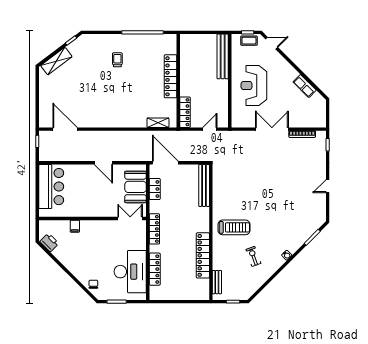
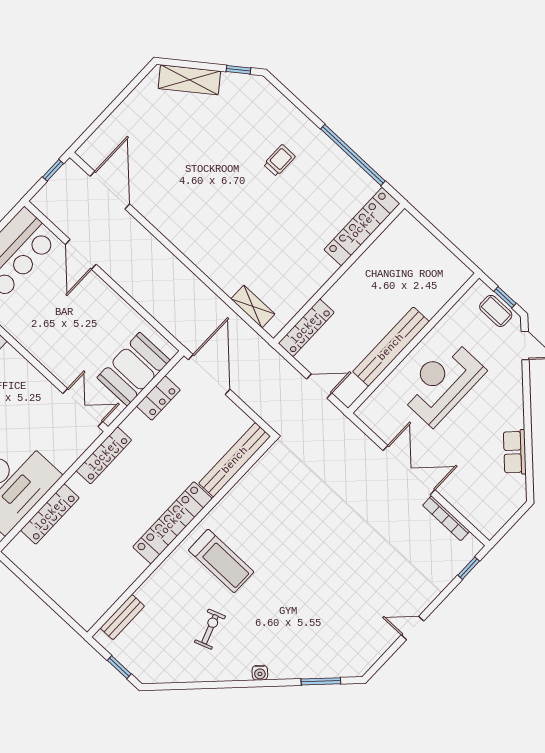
bench: (223, 56) -> (391, 347), moved
locker: (171, 76) -> (362, 227), moved
door: (103, 163) -> (81, 254), moved
locker: (203, 255) -> (172, 523), moved

